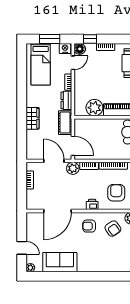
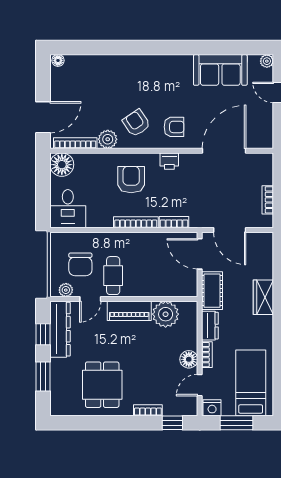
floor lamp: (80, 49) -> (189, 359), moved
plant: (73, 168) -> (200, 218), removed
armchair: (116, 193) -> (131, 180), turned 180

